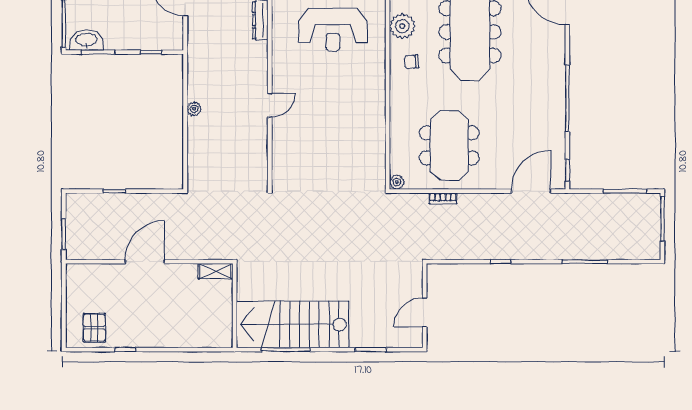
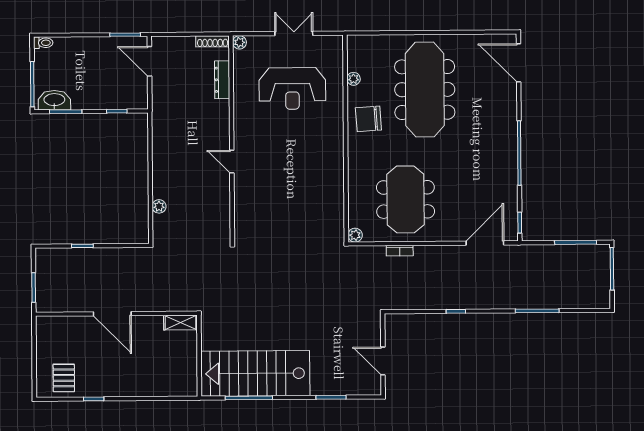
plant: (402, 26) -> (353, 79), width x0.53, depth x0.53
chair: (412, 62) -> (368, 119), width x1.87, depth x1.87
door: (270, 105) -> (232, 162), swing flipped
plant: (194, 109) -> (159, 206), moved
door: (145, 262) -> (112, 314), swing flipped
door: (425, 312) -> (383, 361), hinge flipped

